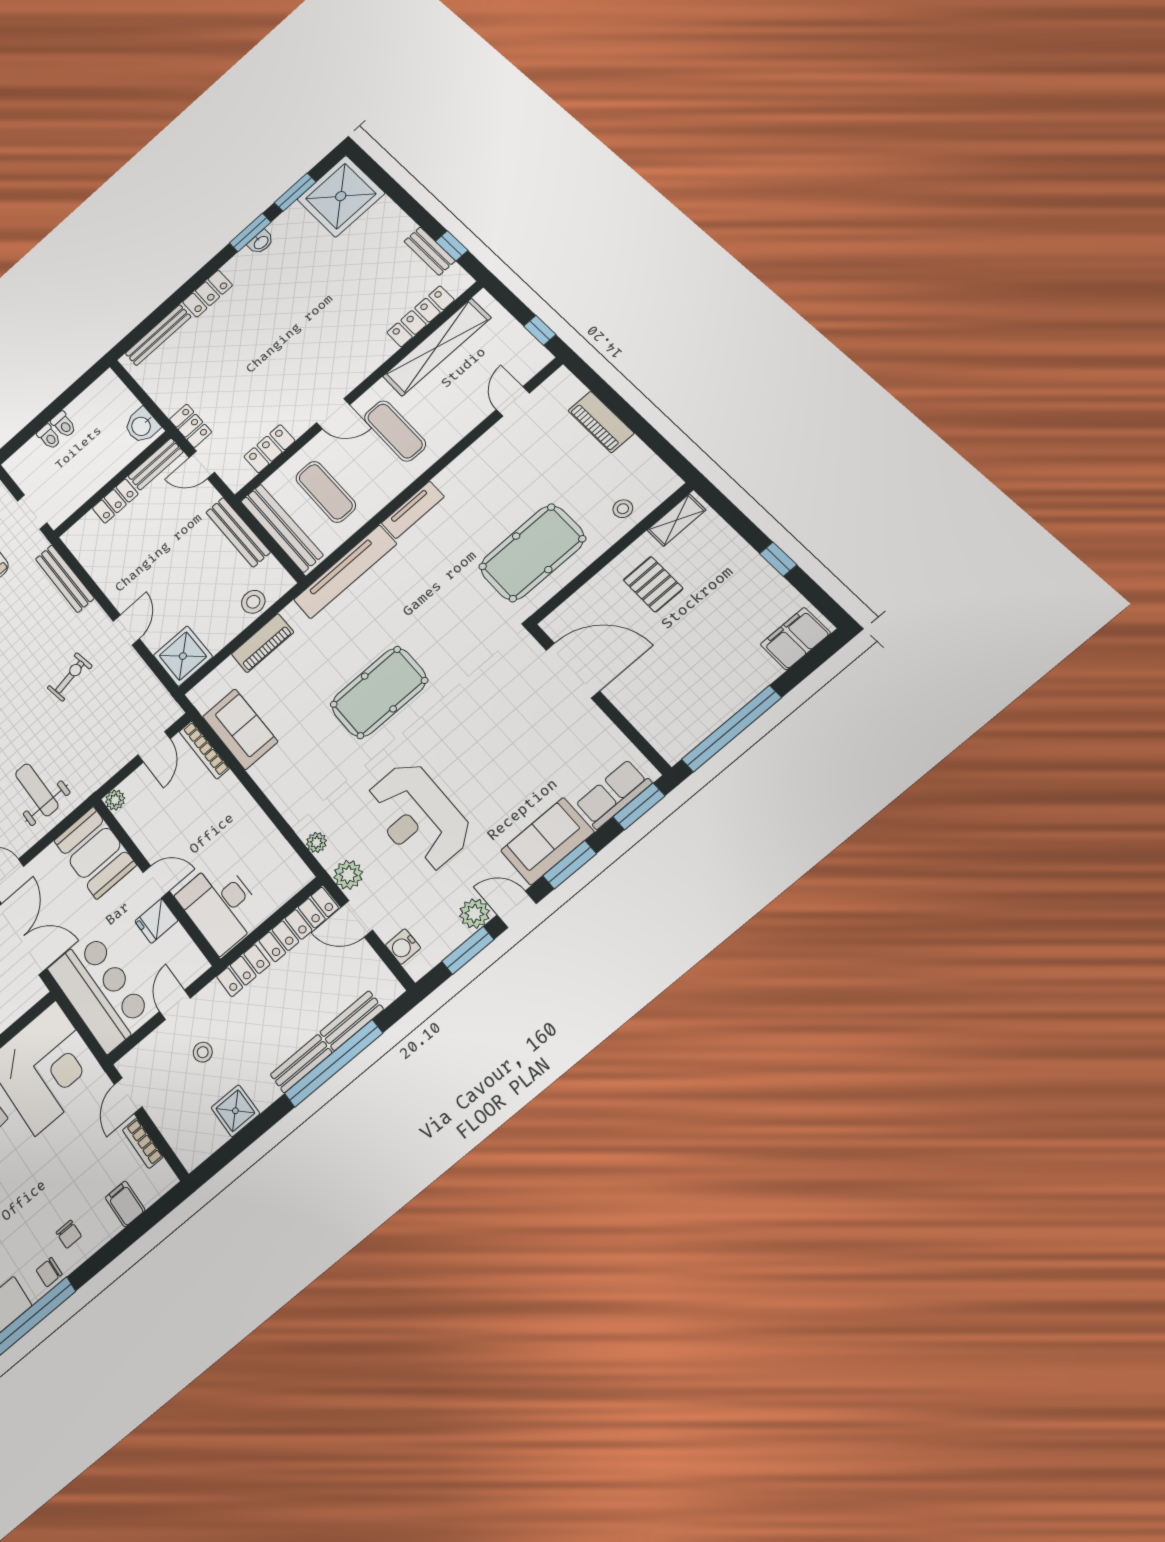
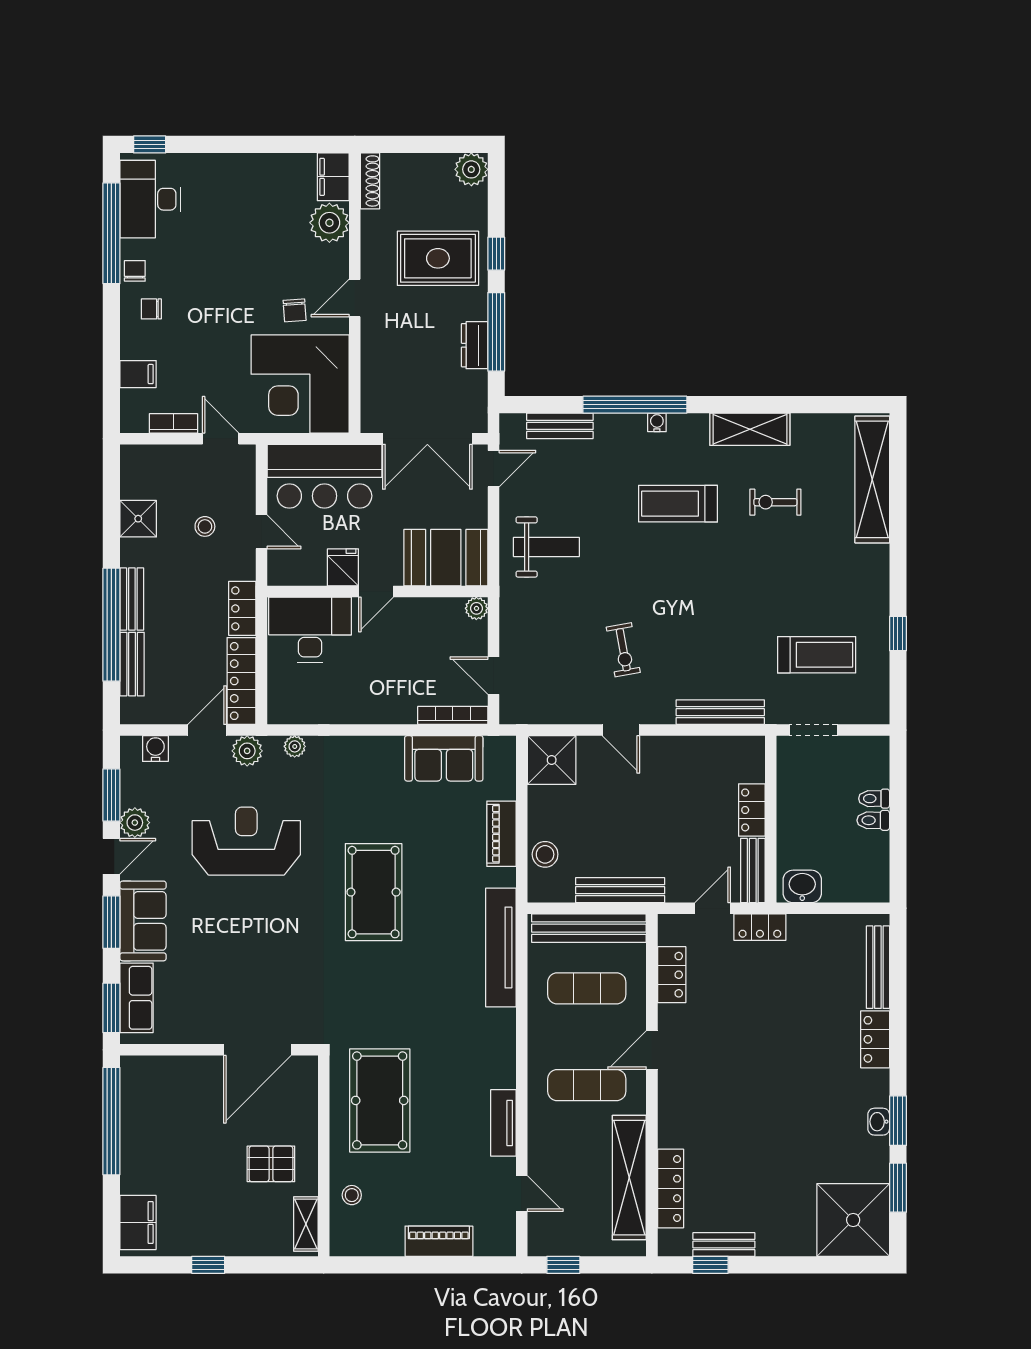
tv unit: (413, 510) -> (503, 1123), moved

